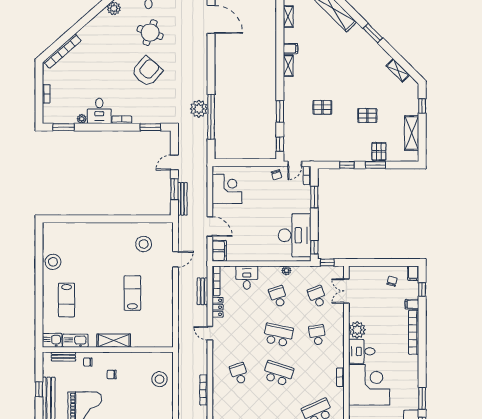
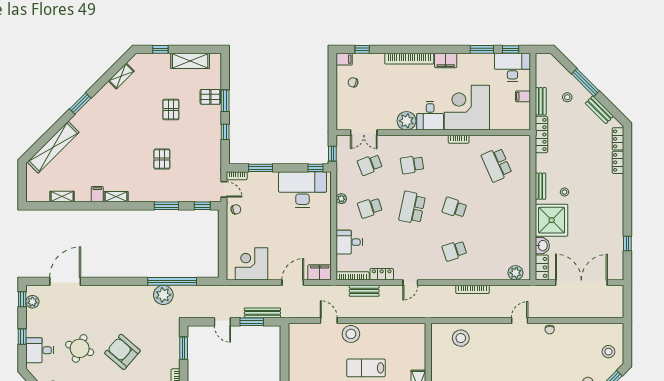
stool: (144, 244) -> (351, 334), moved
filing cabinet: (412, 304) -> (446, 61), moved, width x2.00
school desk: (278, 373) -> (454, 208), width x0.54

